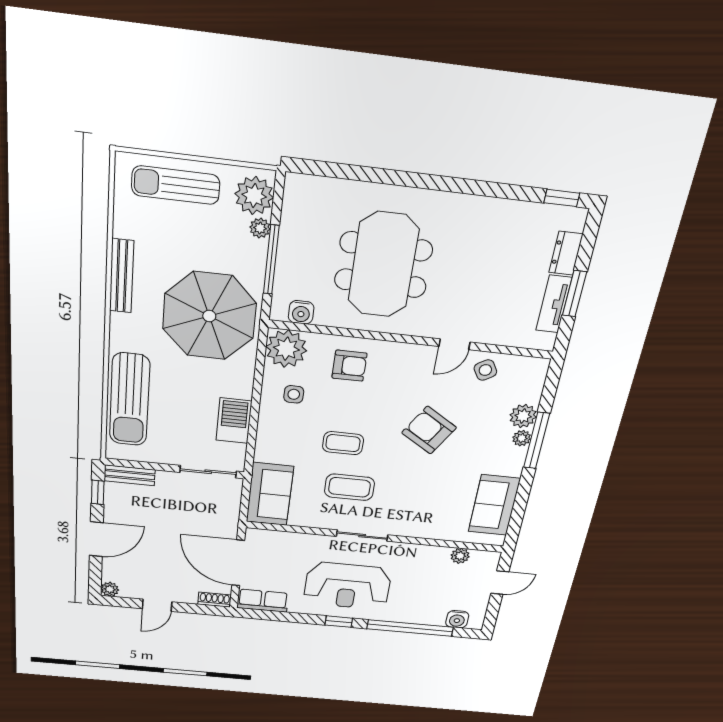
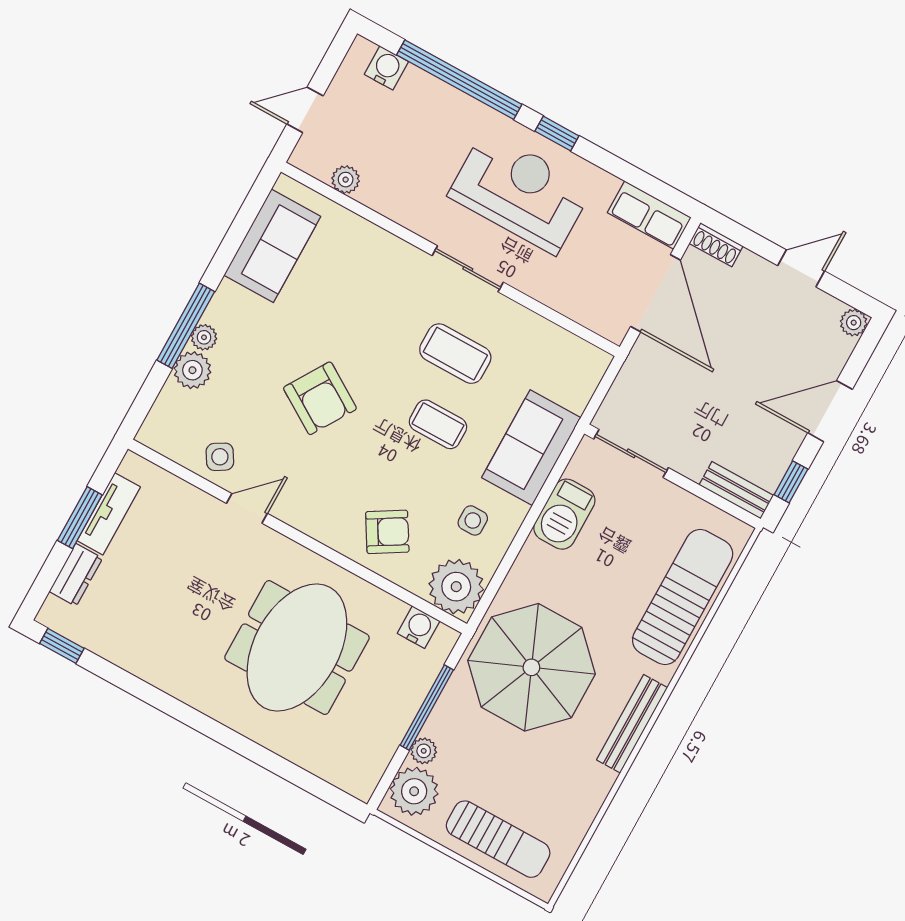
bench: (122, 276) -> (632, 724), moved
armchair: (349, 366) -> (387, 532), turned 149
sofa: (270, 494) -> (531, 448), moved

